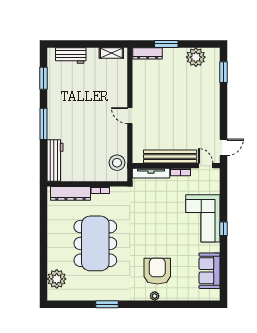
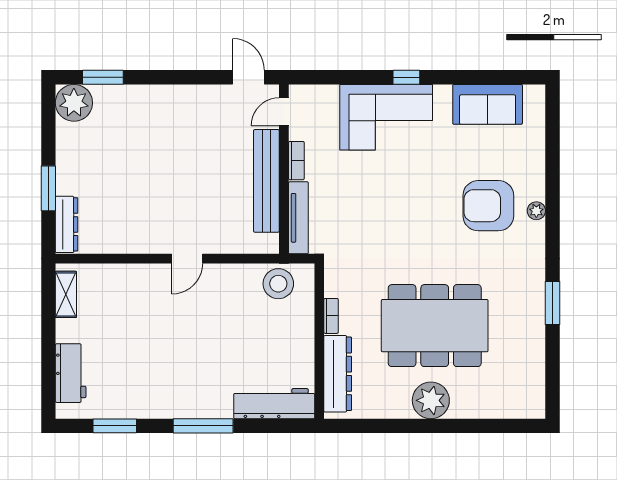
plant: (196, 57) -> (74, 103), moved
plant: (57, 279) -> (431, 400), moved

